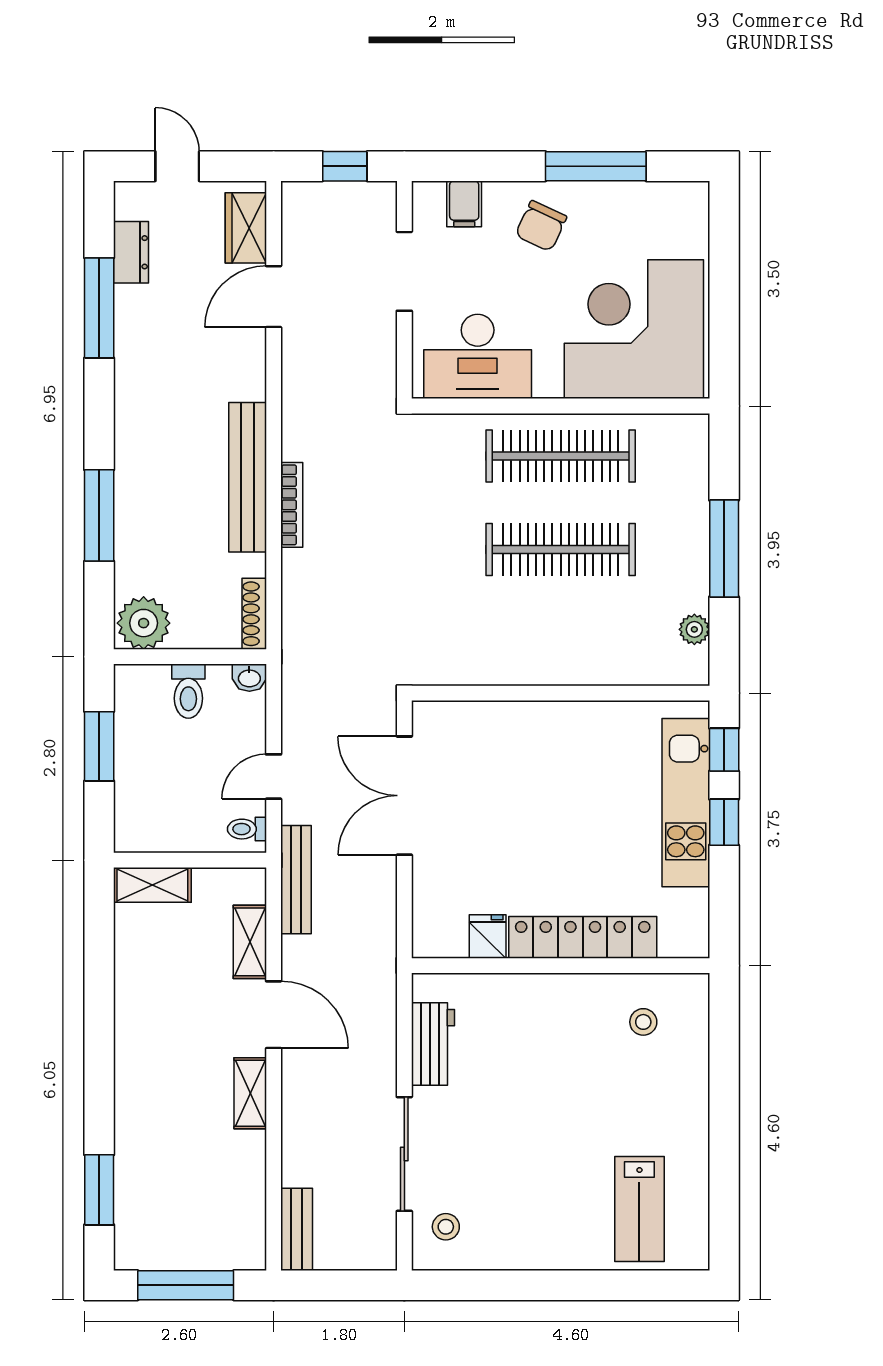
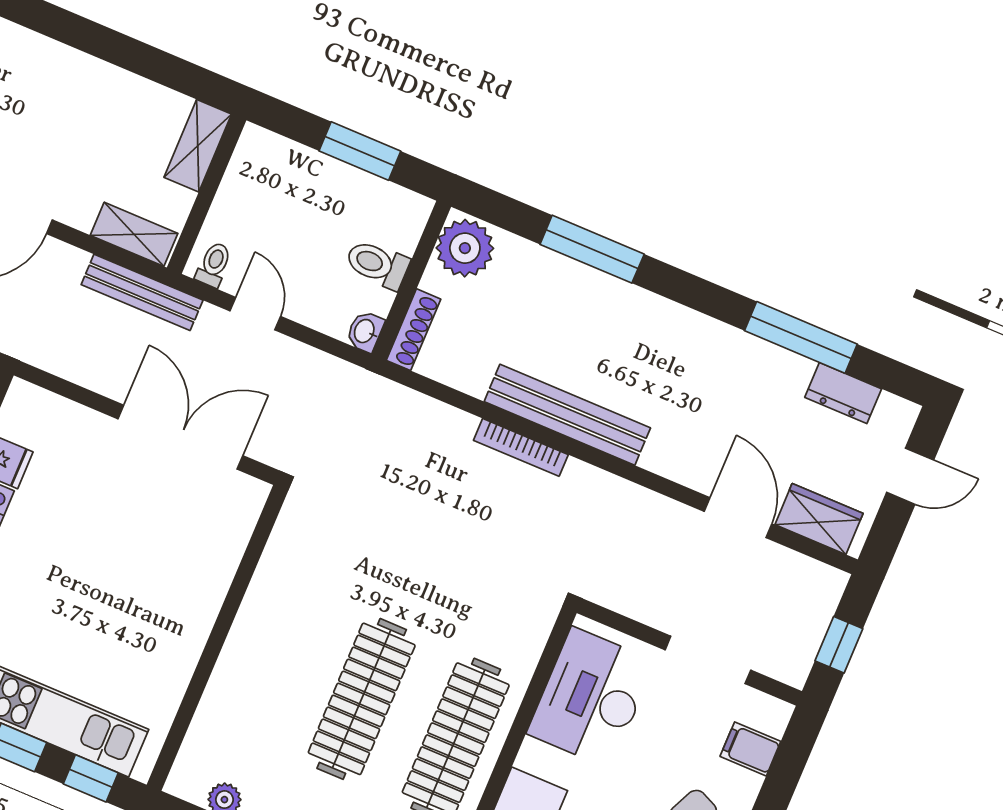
shoe rack: (254, 614) -> (414, 330), moved, turned 90
shelving: (250, 942) -> (134, 234), moved

